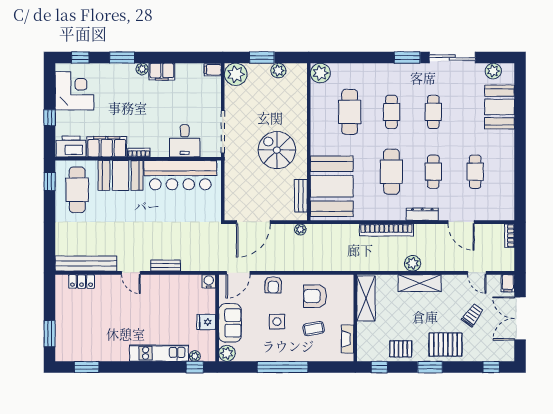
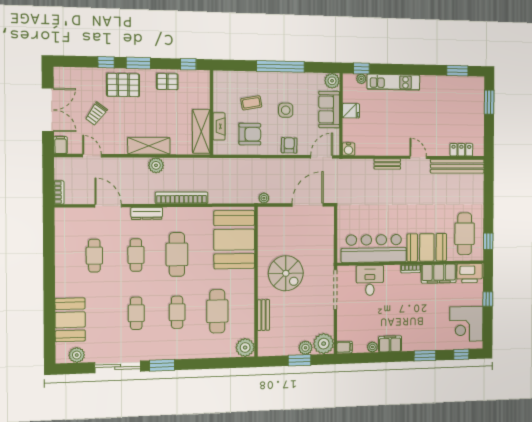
plant: (142, 69) -> (372, 347), moved
plant: (278, 71) -> (305, 348), moved
bench: (301, 196) -> (263, 315), moved
fireplace: (348, 339) -> (219, 126), moved
window: (491, 367) -> (106, 62), moved

